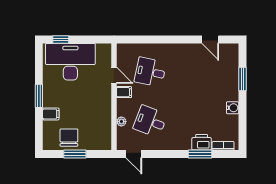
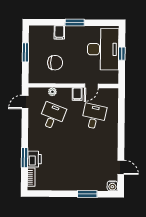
window: (61, 39) -> (122, 54), moved
door: (210, 39) -> (121, 167), swing flipped
water cooler: (233, 108) -> (112, 186), moved
chair: (69, 138) -> (55, 63), moved

